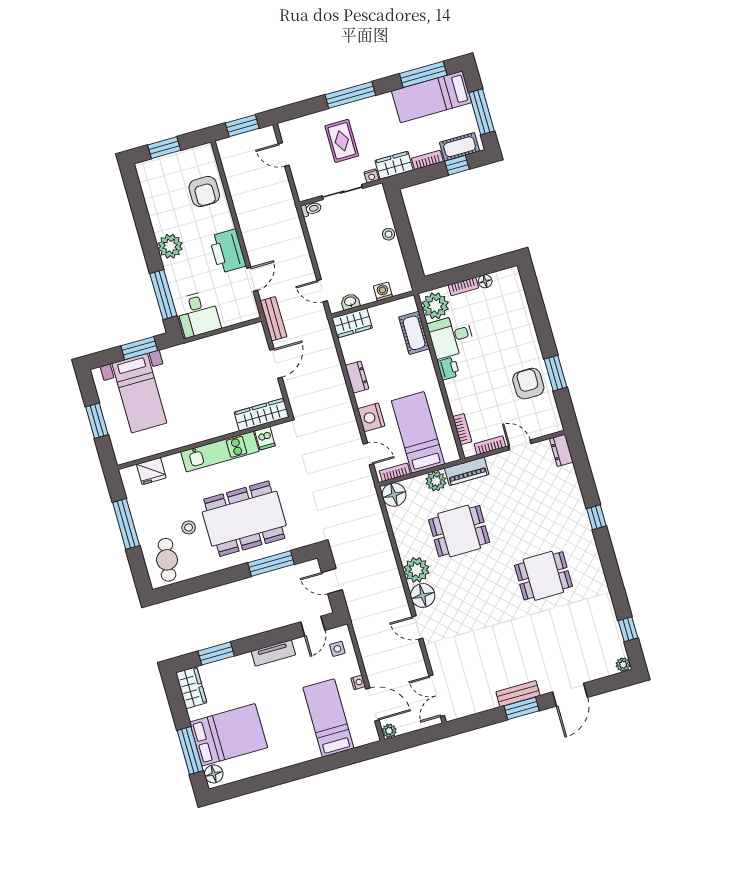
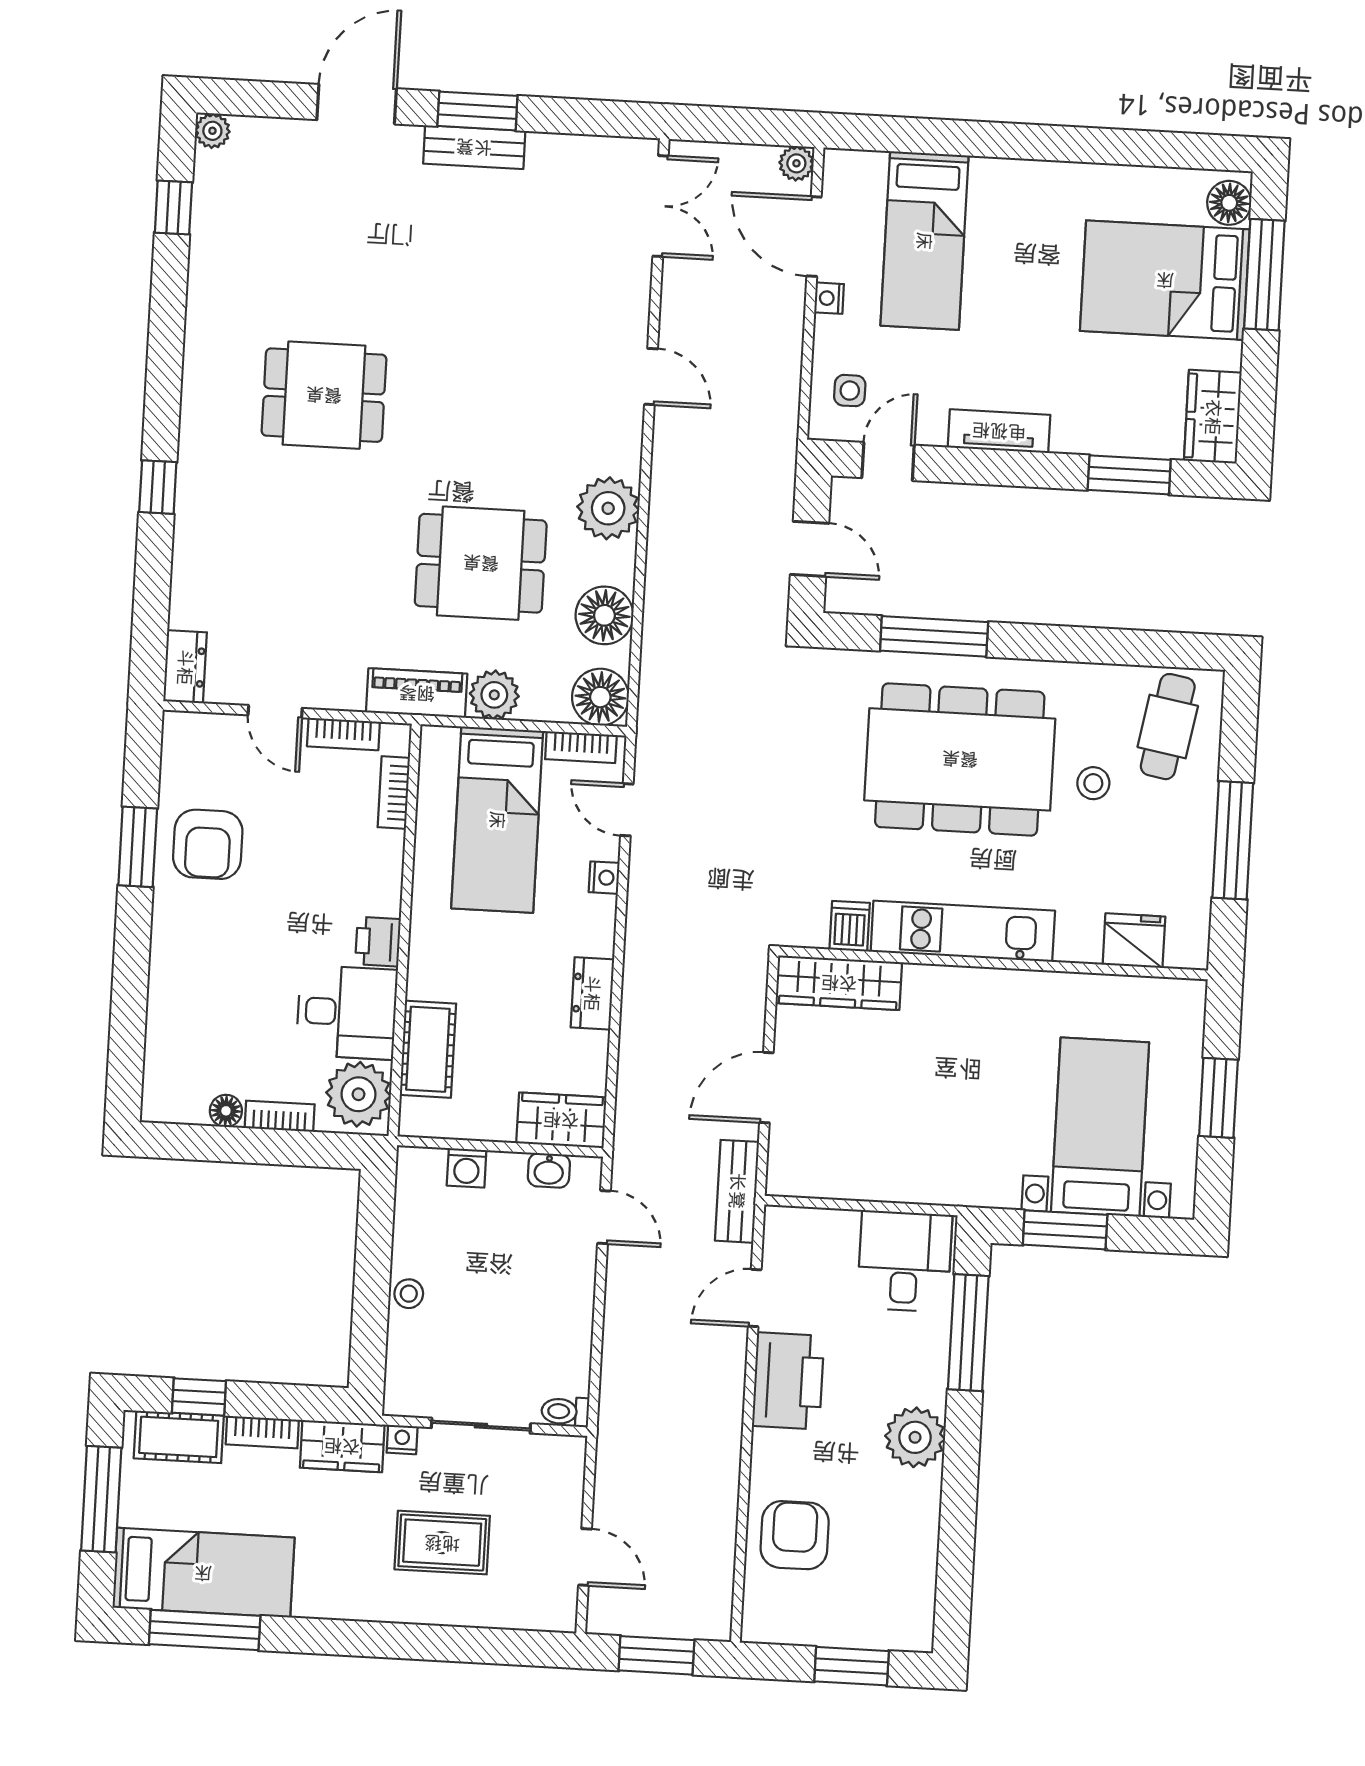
window: (350, 95) -> (387, 1640), removed
rug: (342, 141) -> (442, 1543), turned 90
nightstand: (371, 417) -> (604, 878), width x0.53, depth x0.56
floor lamp: (423, 595) -> (604, 615), moved

